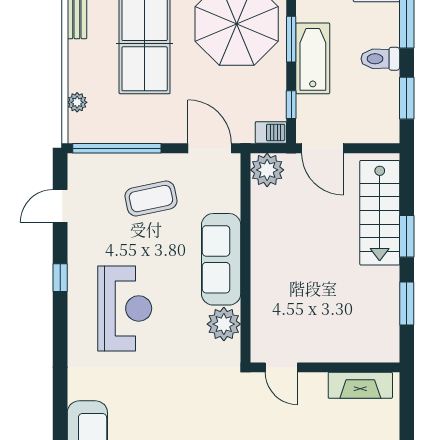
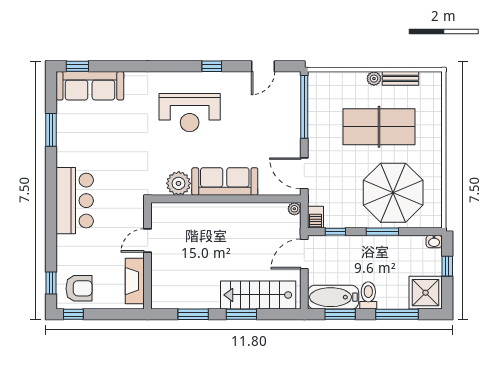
bathtub: (313, 58) -> (333, 297), moved, turned 180
plant: (77, 102) -> (374, 79), moved
door: (210, 148) -> (304, 173), swing flipped
plant: (267, 170) -> (294, 209), width x0.53, depth x0.53
coffee table: (151, 199) -> (268, 131), removed
door: (60, 206) -> (263, 66), swing flipped
door: (281, 367) -> (148, 240), moved

